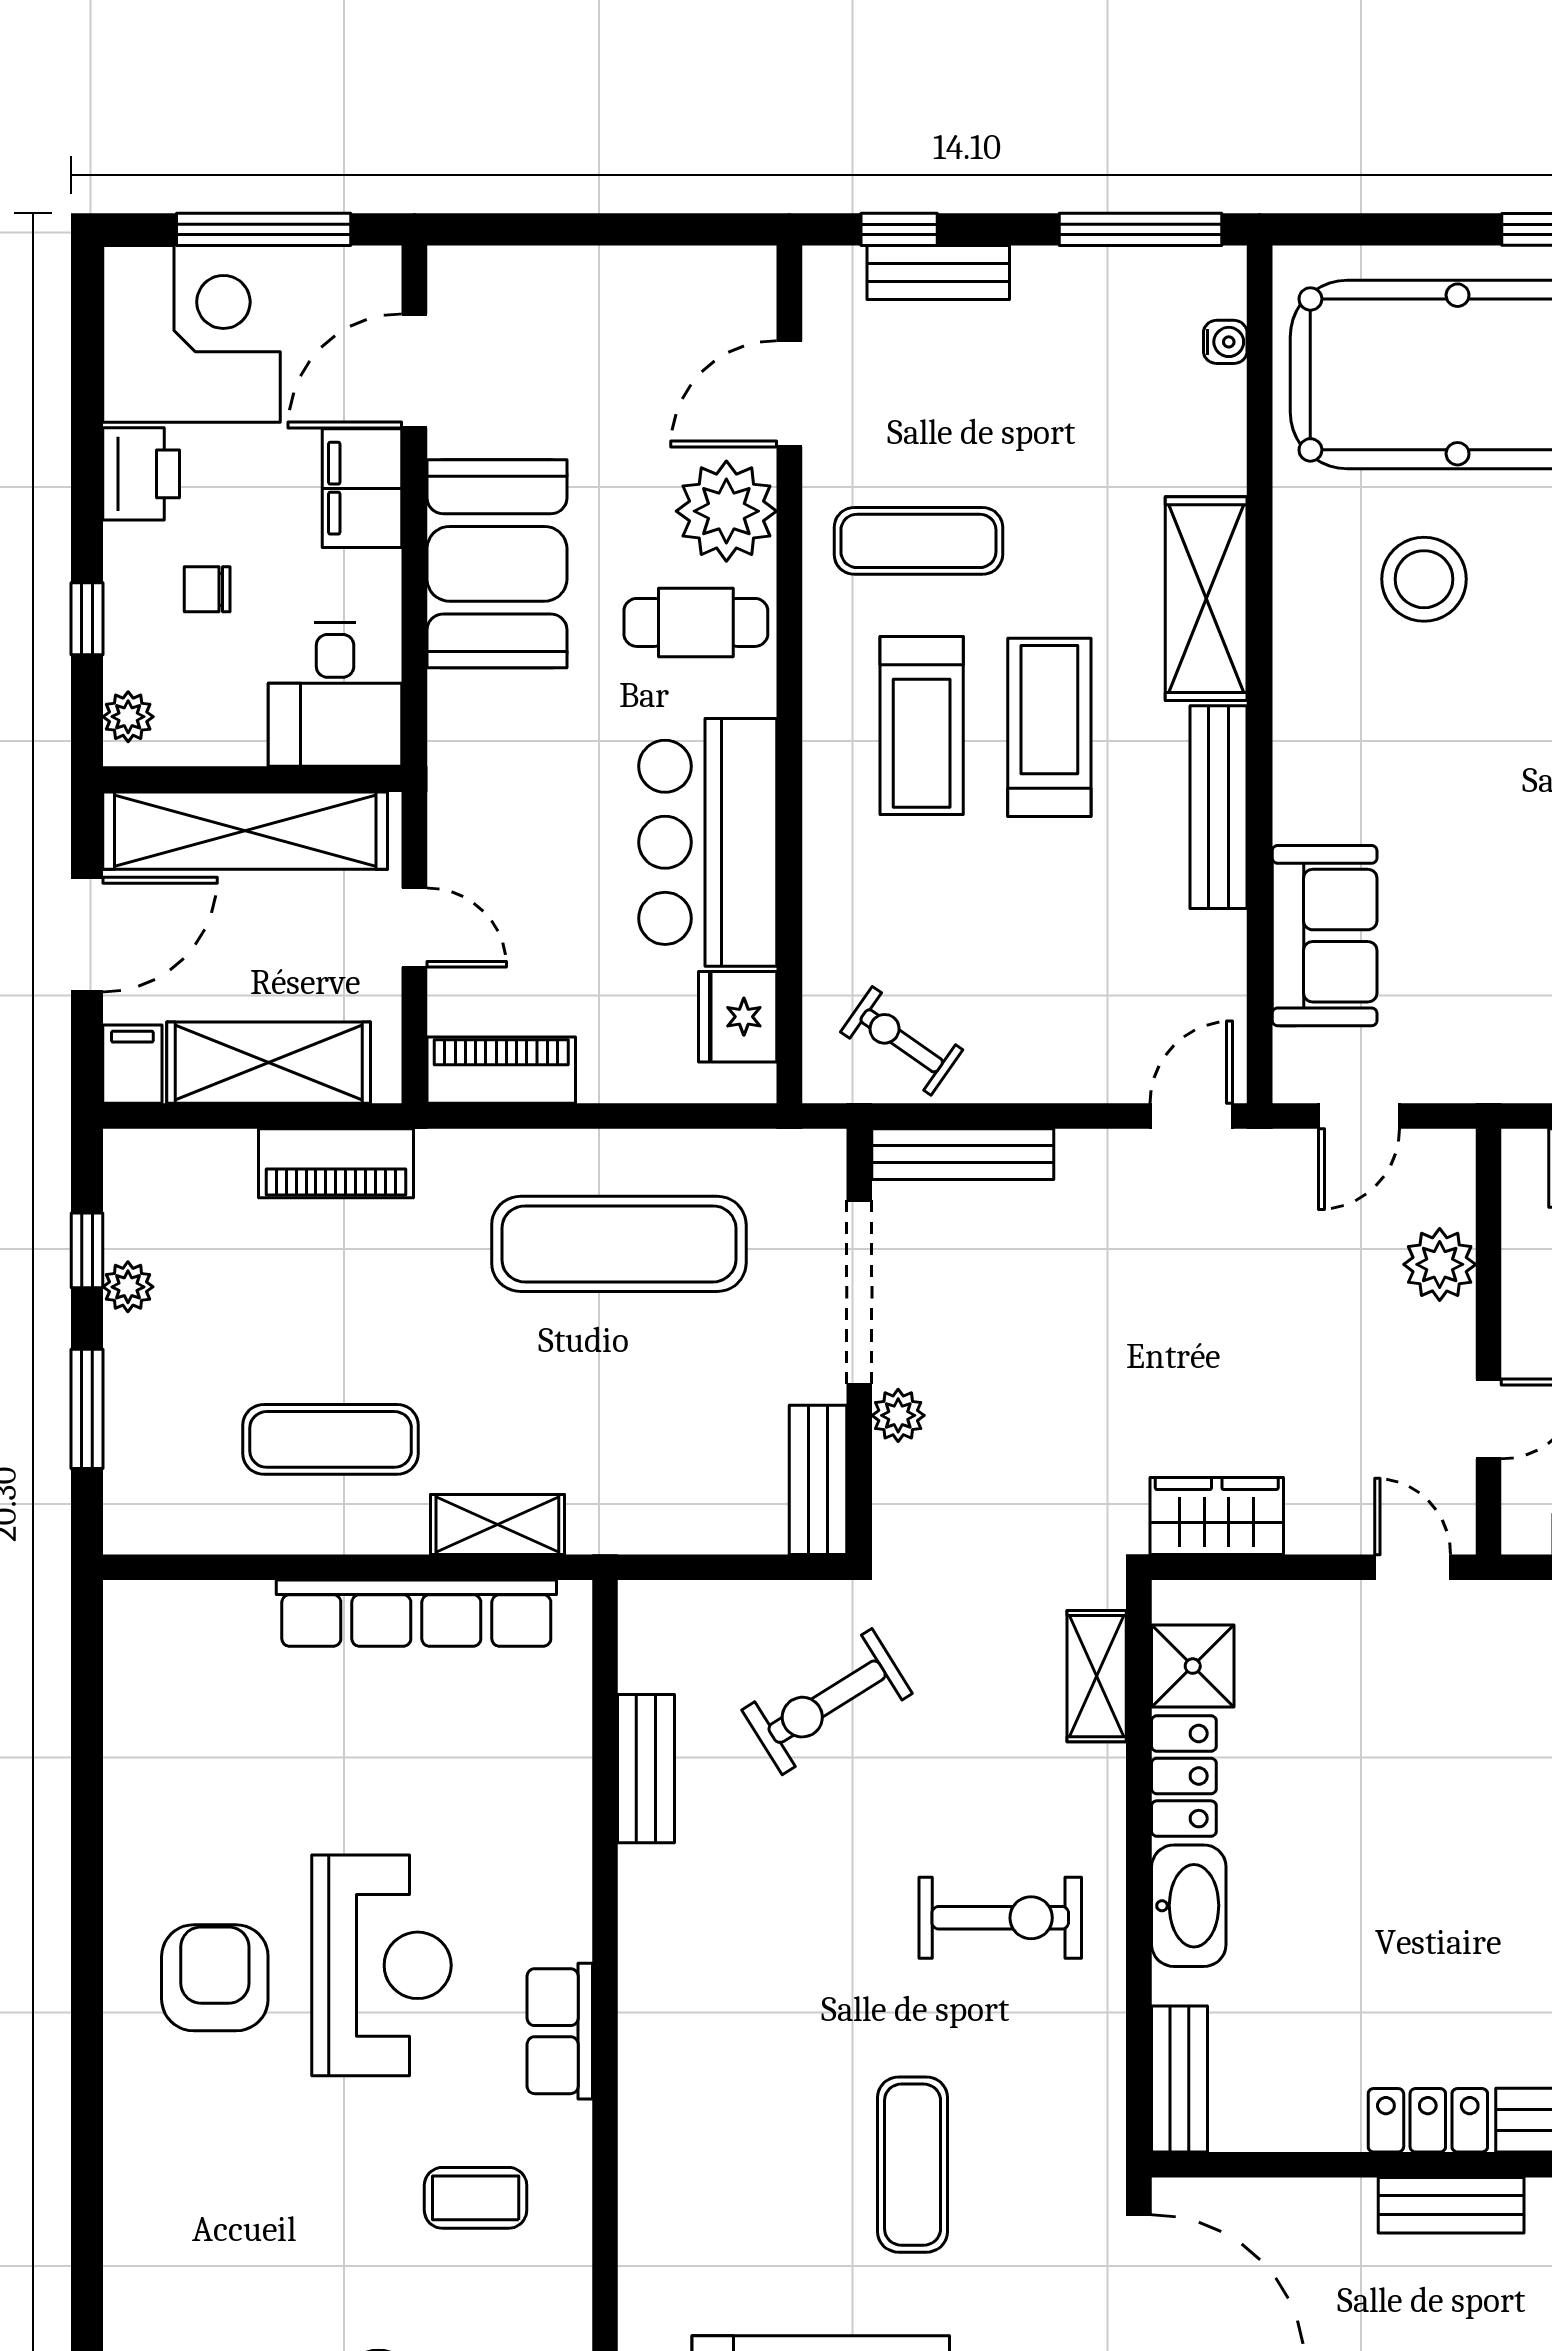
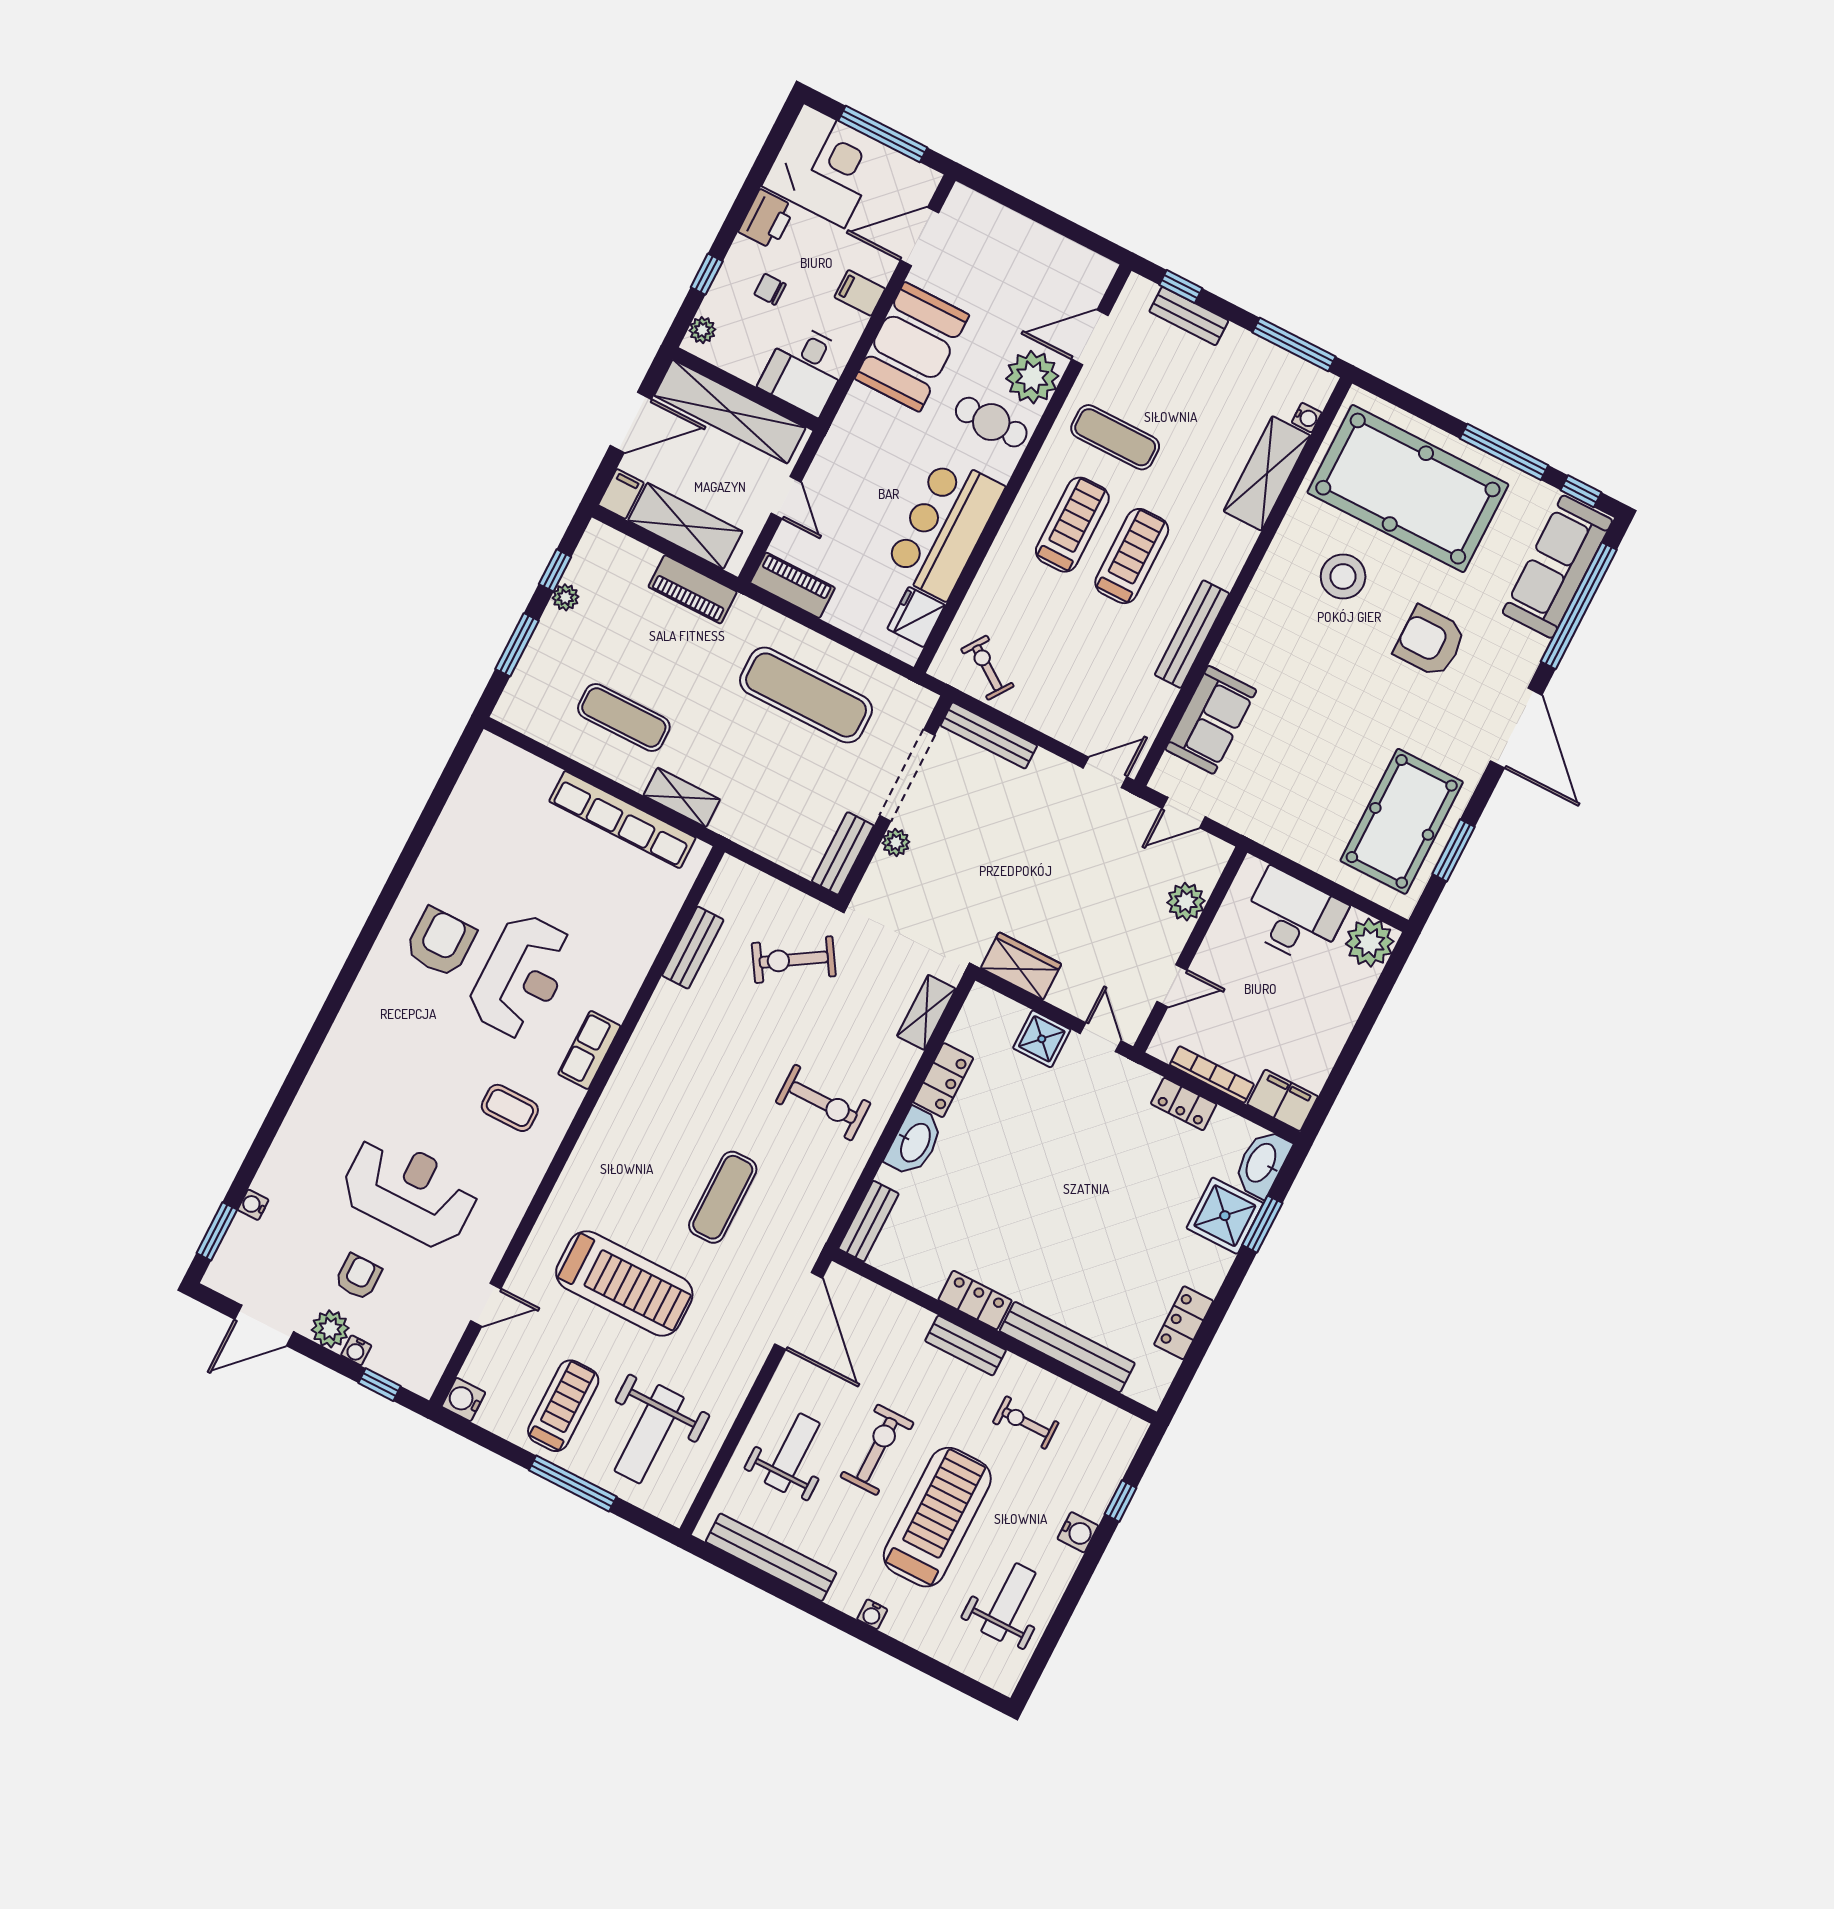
filing cabinet: (362, 488) -> (860, 293), width x0.50
shelving: (1206, 599) -> (1267, 473), moved
treadmill: (922, 725) -> (1072, 525), turned 180
shower: (1193, 1666) -> (1042, 1039), moved

